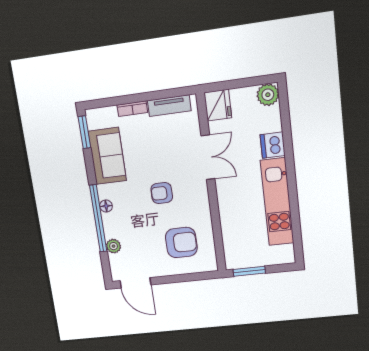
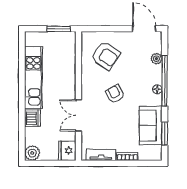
window: (84, 132) -> (165, 134), moved
armchair: (162, 193) -> (115, 94), turned -118
armchair: (181, 243) -> (106, 56), turned -147

